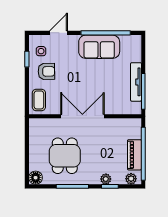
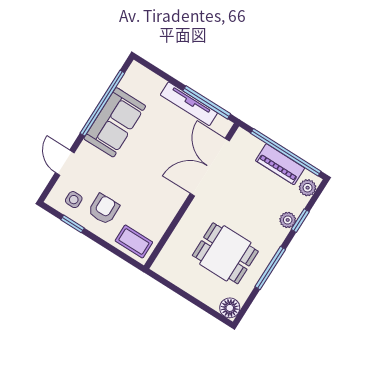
double door: (82, 116) -> (210, 167), moved

